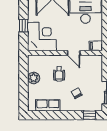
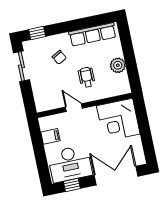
window: (24, 26) -> (145, 129), removed
filing cabinet: (96, 46) -> (50, 136), moved
row of seats: (48, 105) -> (93, 34), width x1.48

